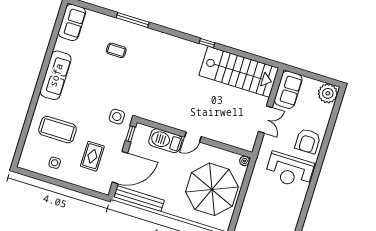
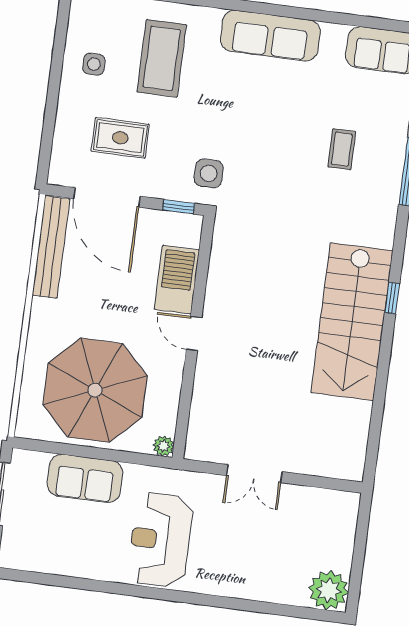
window: (207, 43) -> (392, 298), moved
stairs: (239, 72) -> (352, 322), moved
sofa: (288, 90) -> (85, 478), moved
armchair: (308, 141) -> (226, 566), removed

